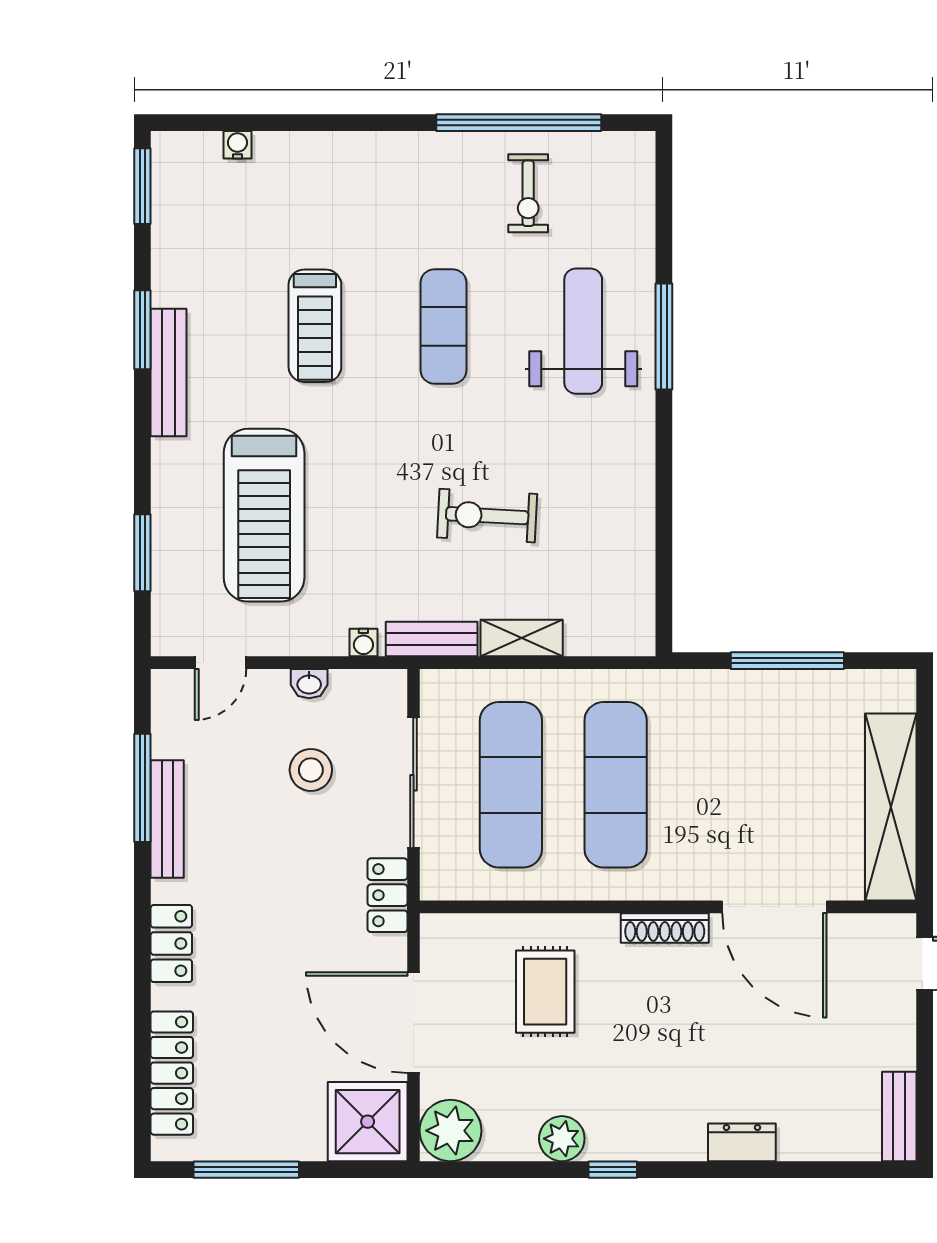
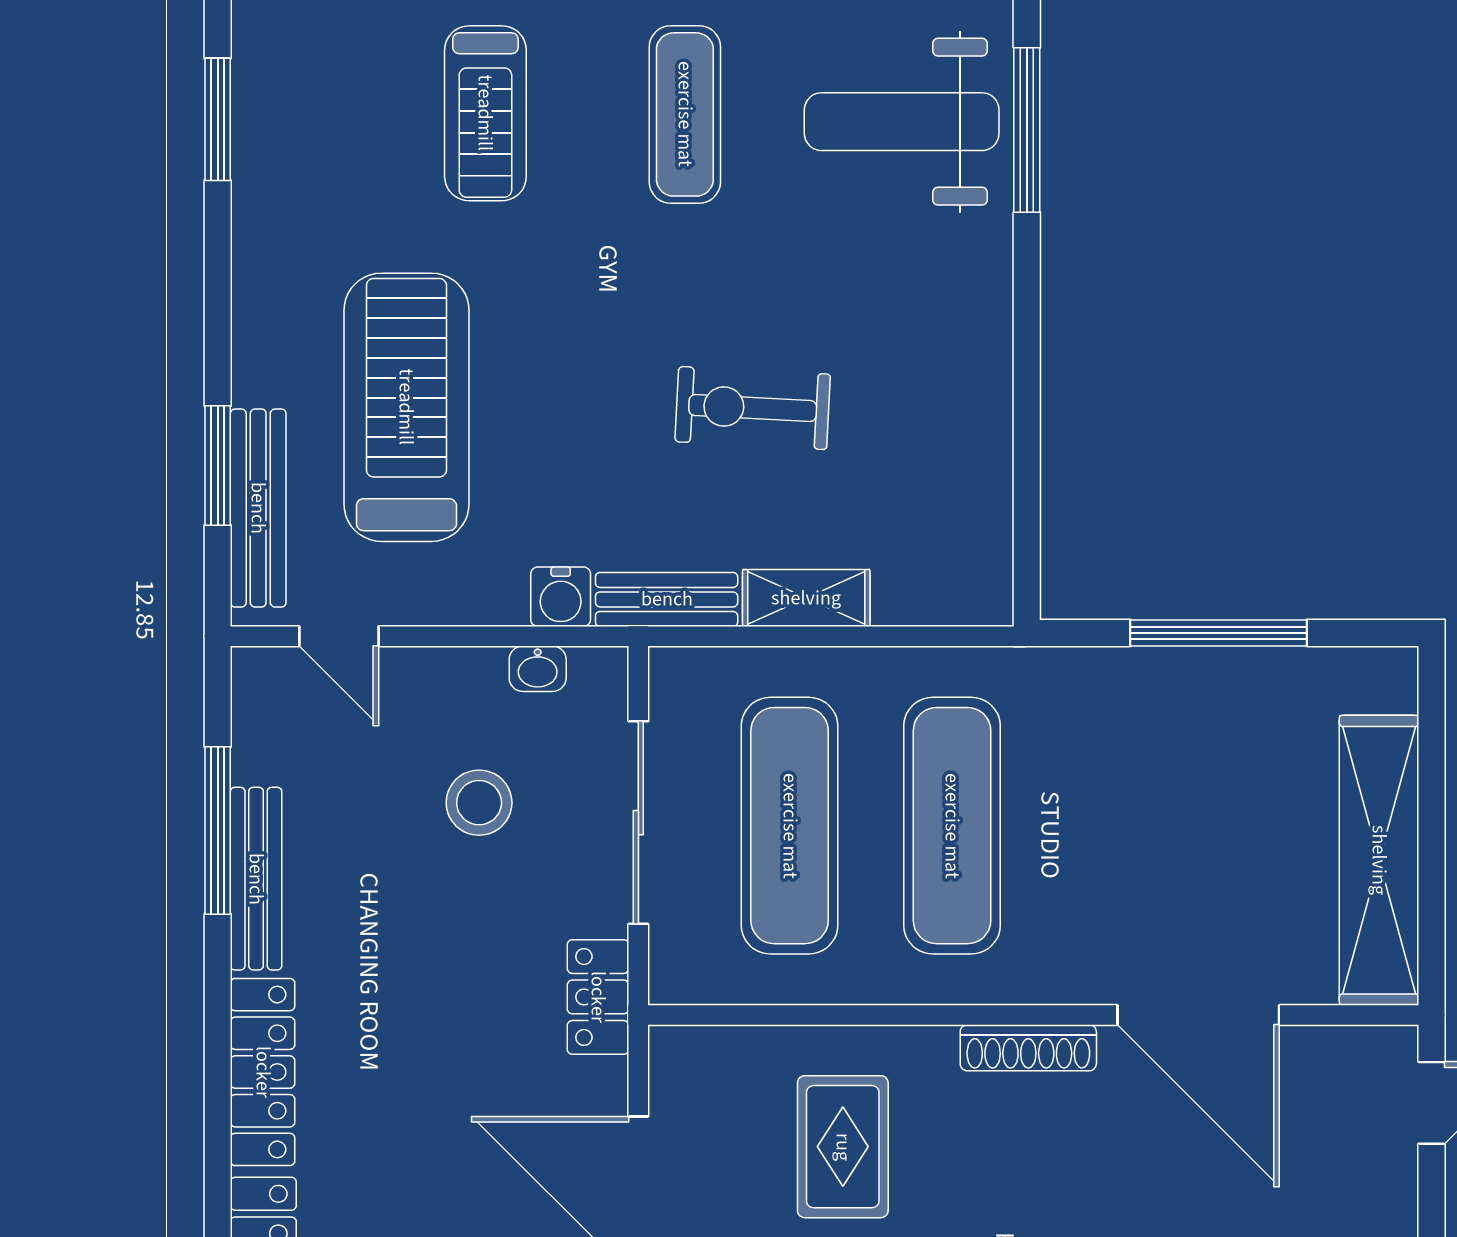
weight bench: (583, 331) -> (902, 122), turned -90
bench: (169, 373) -> (258, 508), moved
treadmill: (264, 515) -> (406, 407), turned 180
water cooler: (363, 643) -> (561, 597), width x1.38, depth x1.38
door: (221, 663) -> (339, 636), hinge flipped
washbasin: (309, 684) -> (538, 669), moved
locker: (171, 944) -> (263, 1072), width x1.53

